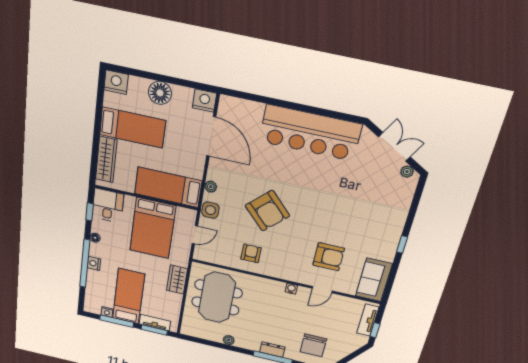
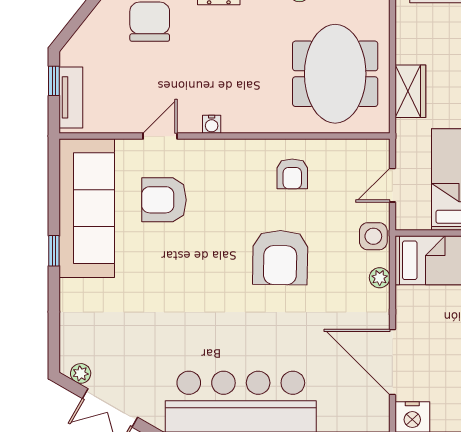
armchair: (267, 211) -> (280, 258), turned -135
sofa: (374, 280) -> (87, 208), width x1.85, depth x1.27

